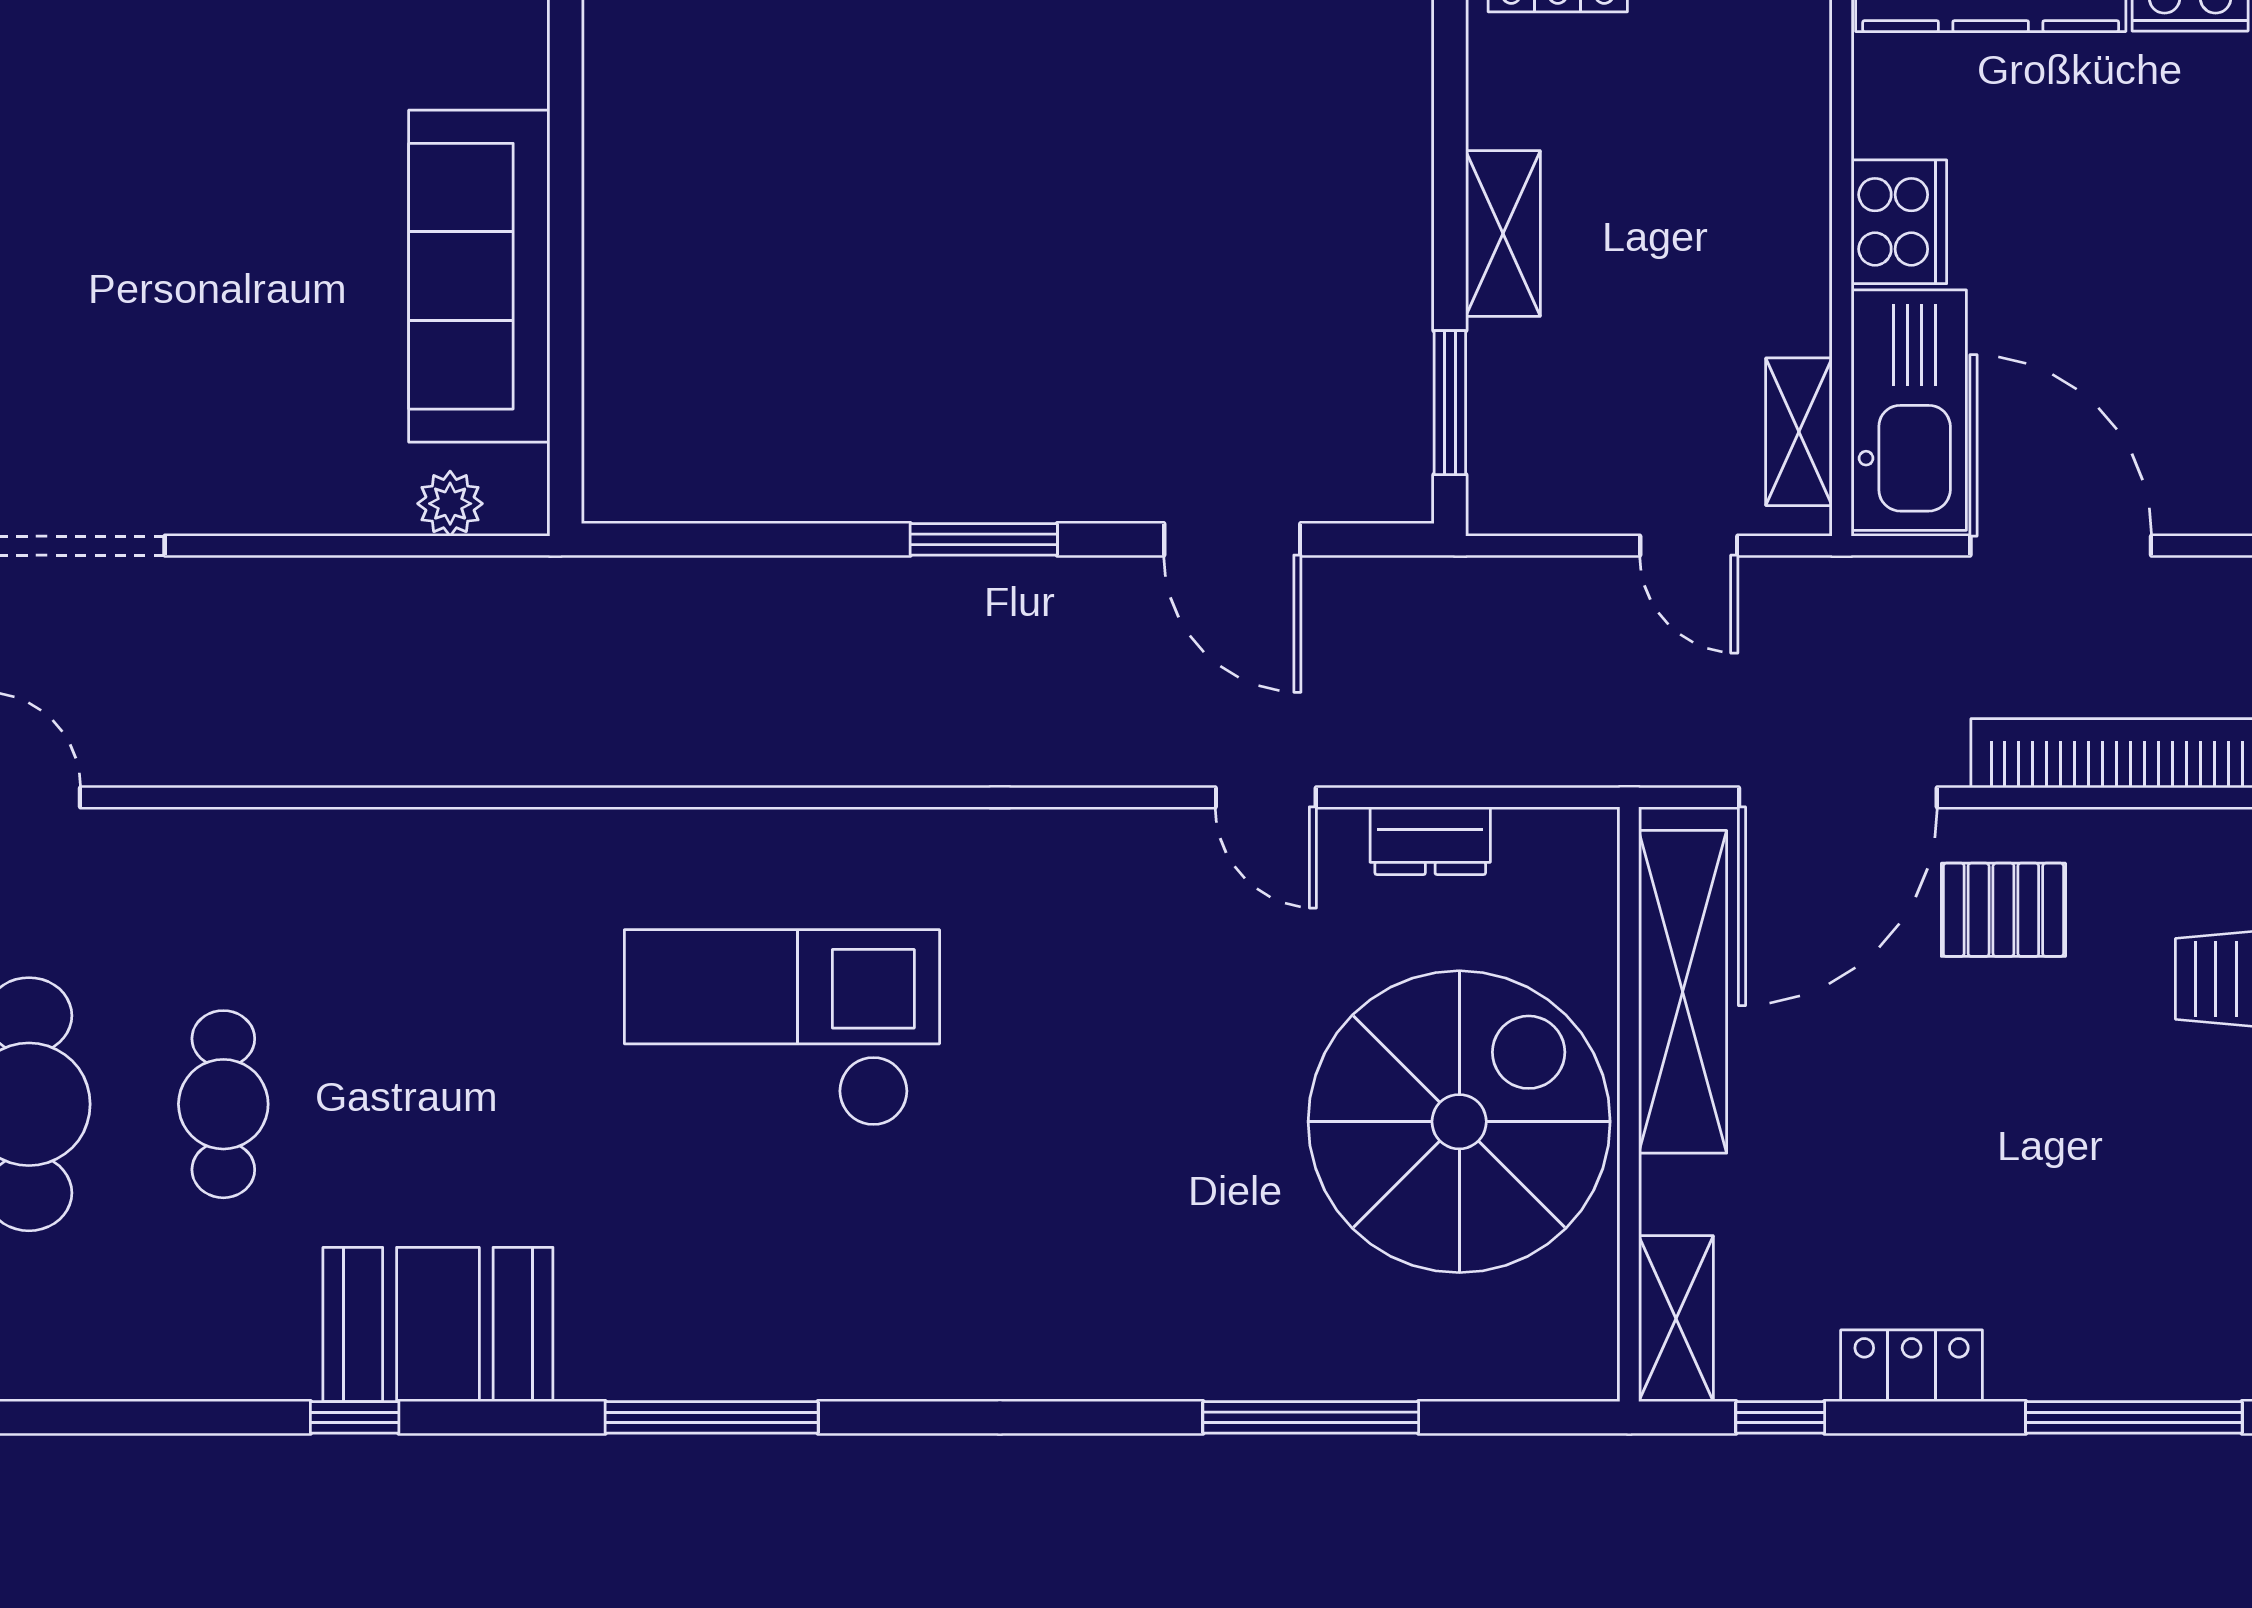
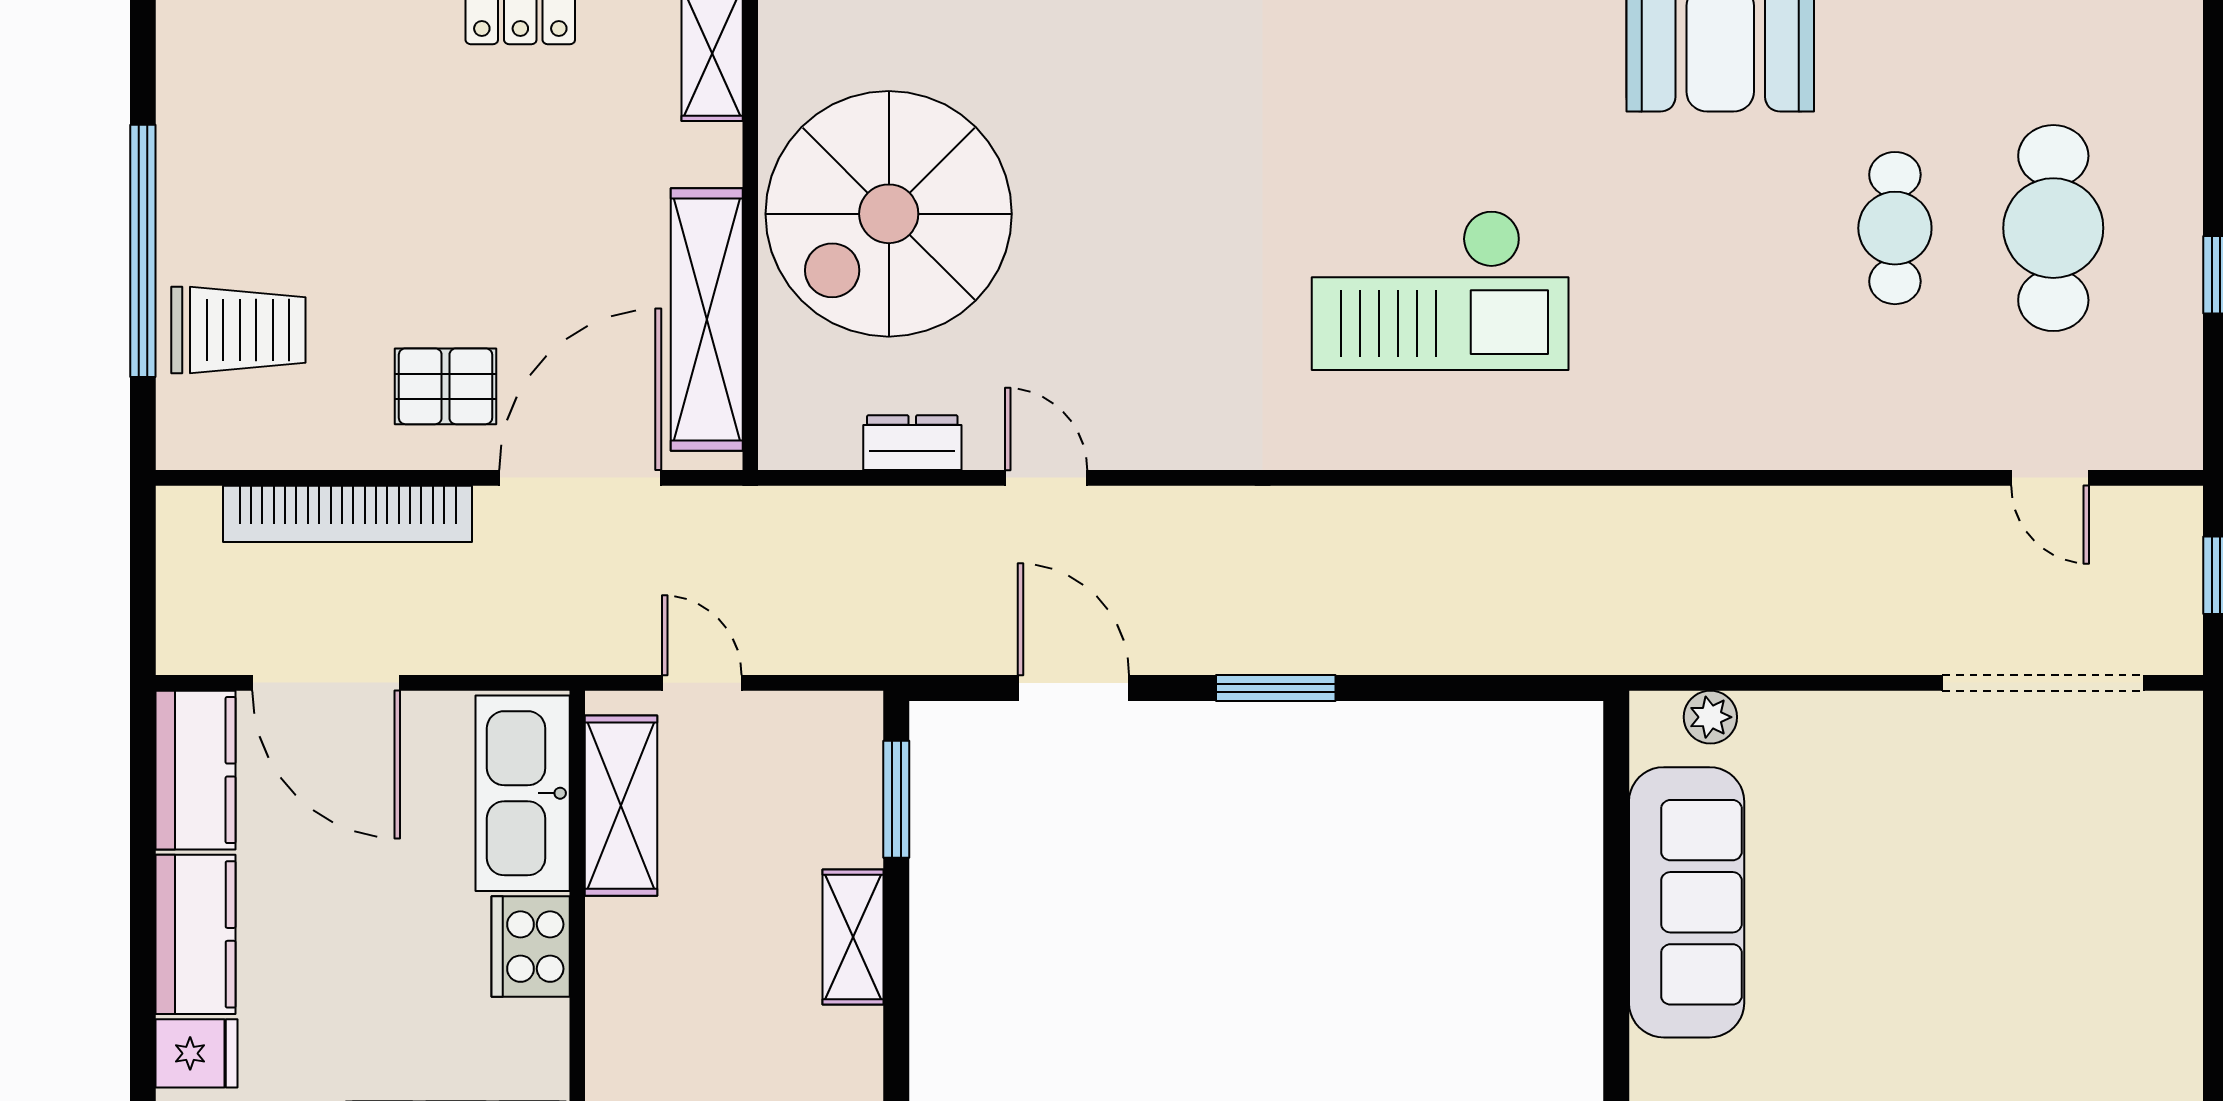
shelving: (1799, 432) -> (621, 806), width x1.50, depth x1.33
door: (2061, 546) -> (326, 683), moved

